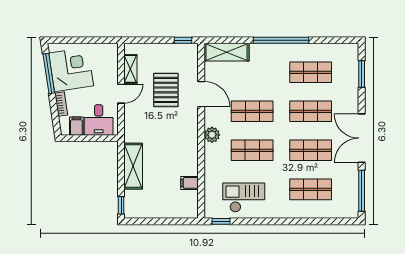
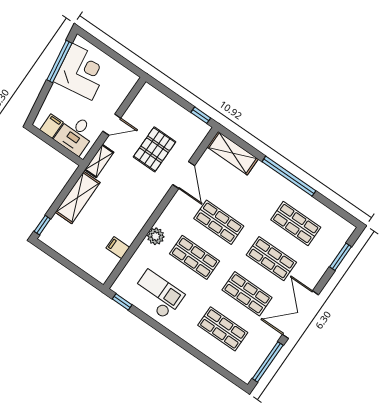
shelving: (130, 69) -> (99, 161), moved
bookcase: (61, 104) -> (52, 97), removed
plant: (212, 135) -> (156, 236), moved

